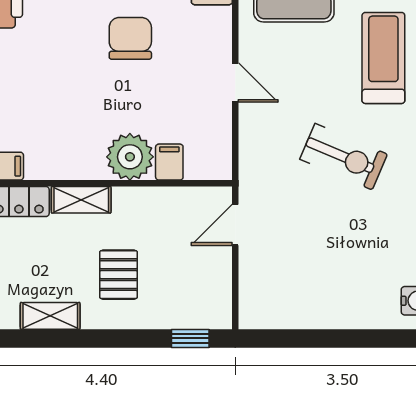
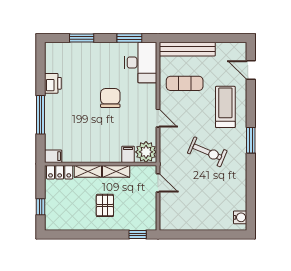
plant: (130, 157) -> (146, 152), moved
door: (235, 225) -> (158, 183), swing flipped
shelving: (50, 316) -> (116, 171), moved

